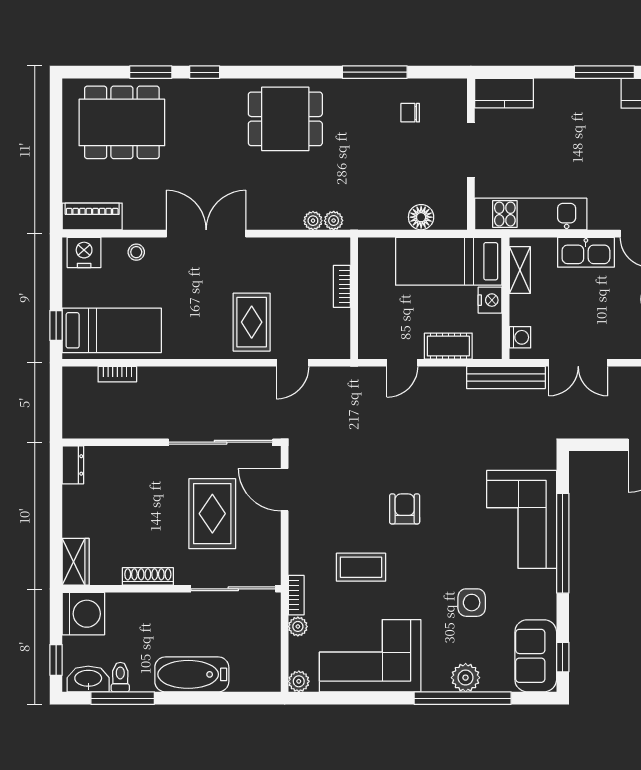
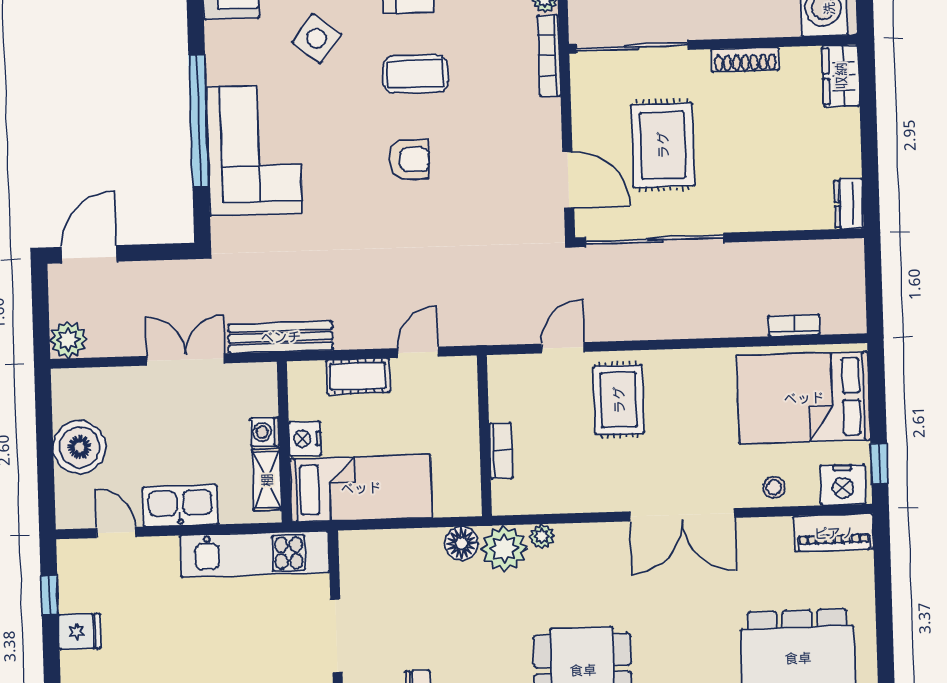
floor lamp: (421, 217) -> (461, 543), moved
plant: (334, 221) -> (504, 548), width x1.88, depth x1.88
window: (56, 325) -> (879, 463), moved
bed: (112, 330) -> (804, 398), width x1.50
washing machine: (520, 337) -> (265, 432), moved
armchair: (405, 509) -> (409, 159), turned -90
coffee table: (361, 567) -> (415, 74), moved
bookcase: (296, 595) -> (549, 56), width x1.56
side table: (472, 603) -> (317, 39), turned 38

